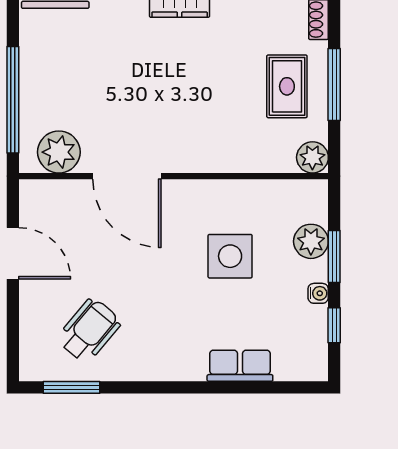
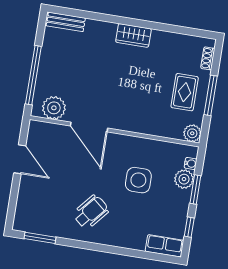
water cooler: (318, 293) -> (191, 163), moved
wheelchair: (89, 330) -> (91, 212), moved
row of seats: (240, 366) -> (164, 246), moved

